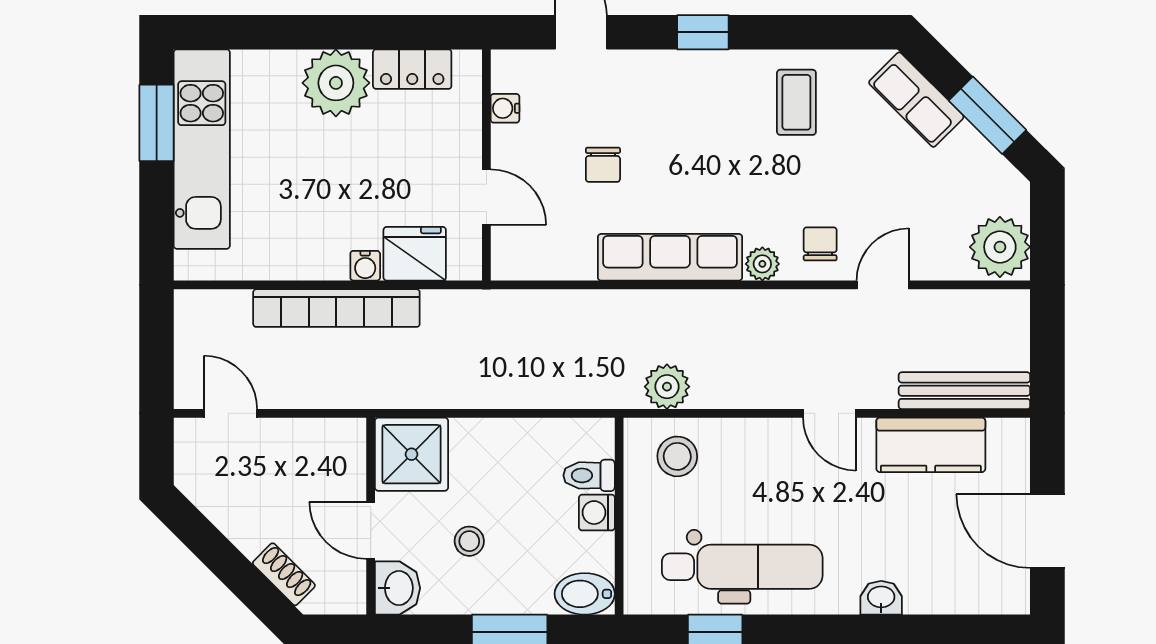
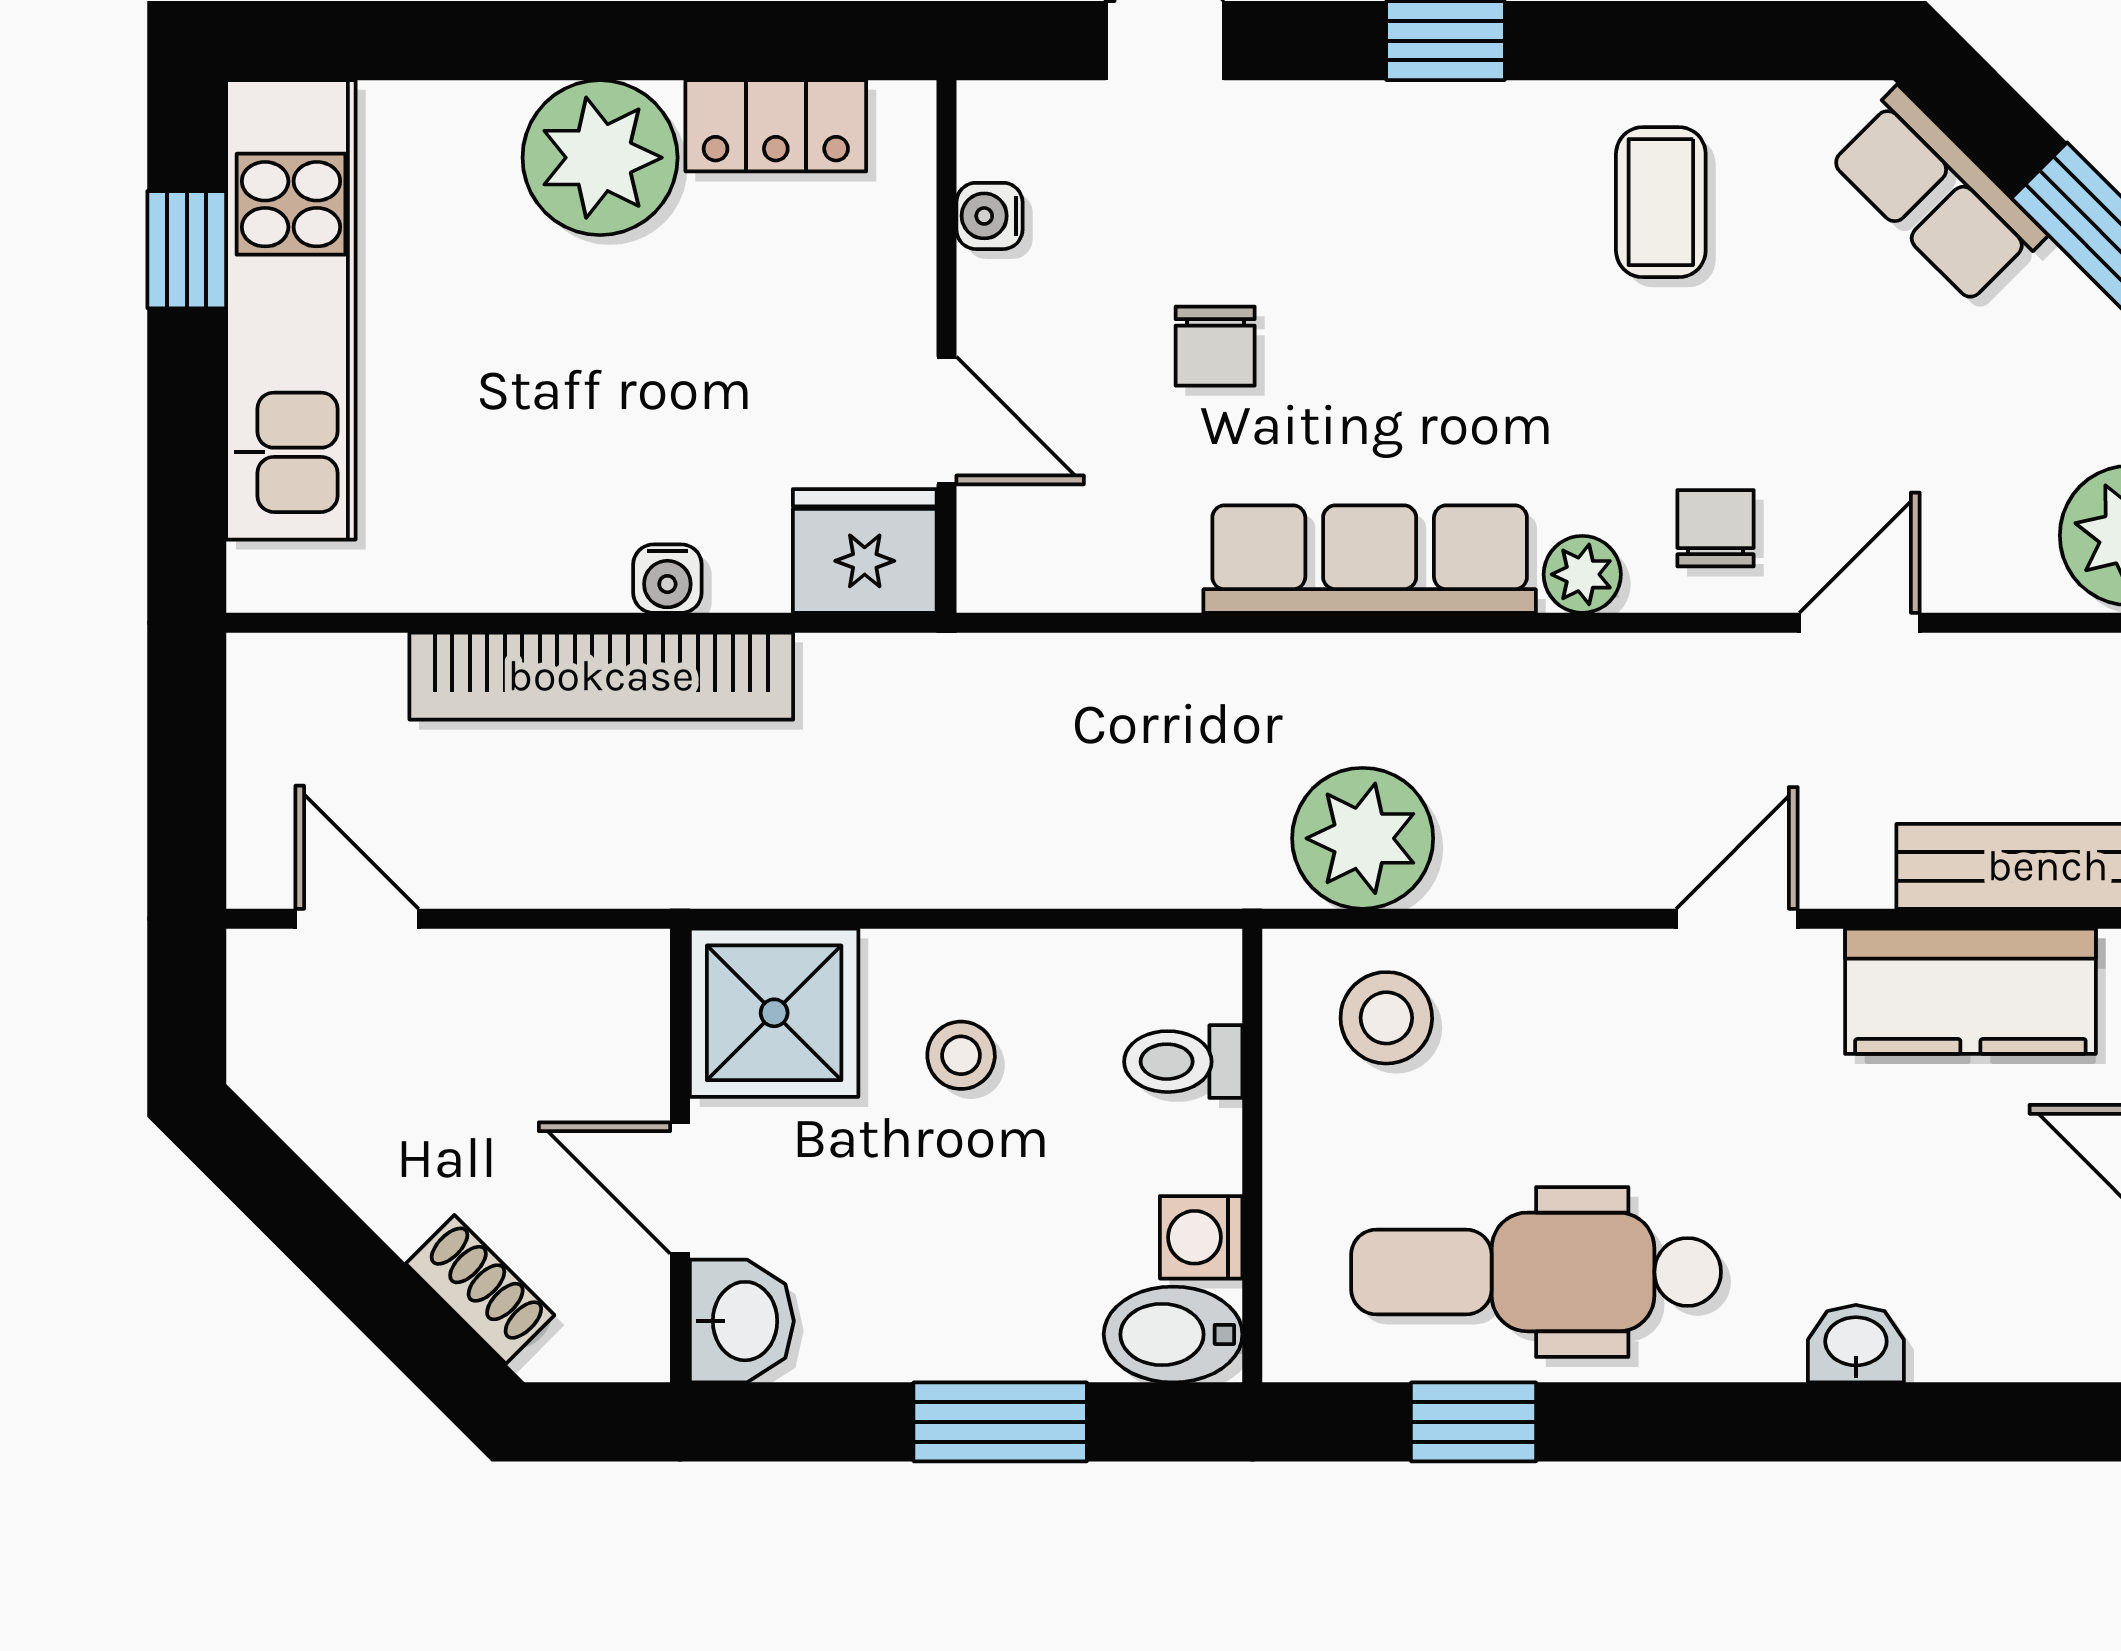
window: (157, 123) -> (187, 250), width x0.67
fridge: (415, 254) -> (865, 551), moved
plant: (667, 387) -> (1363, 838), width x1.36, depth x1.36
door: (829, 413) -> (1737, 919), swing flipped
washing machine: (597, 513) -> (1201, 1237), moved
stool: (469, 541) -> (961, 1055), moved
dental chair: (742, 567) -> (1536, 1272), turned 180

